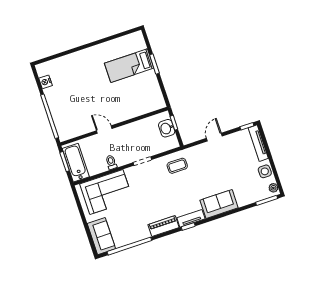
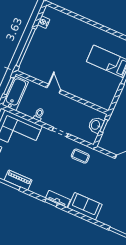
piano: (163, 226) -> (18, 180), moved

